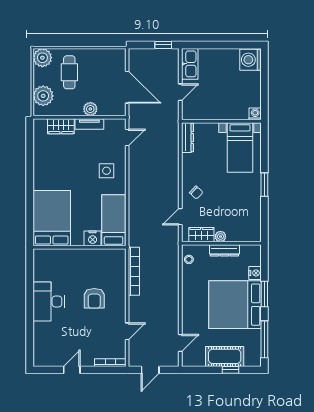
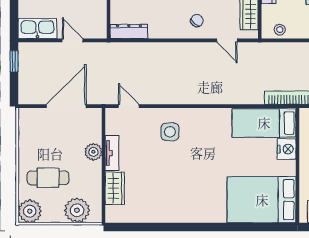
bed: (52, 218) -> (262, 200), moved
bed: (114, 220) -> (264, 123), moved
nightstand: (93, 238) -> (287, 149), moved
wall: (79, 247) -> (298, 165), moved

